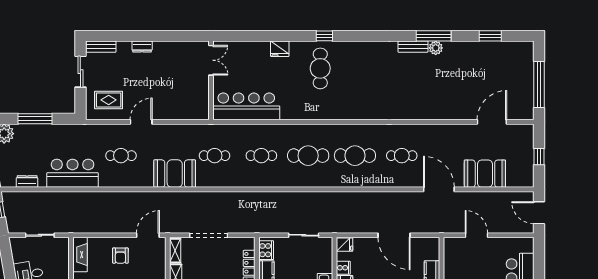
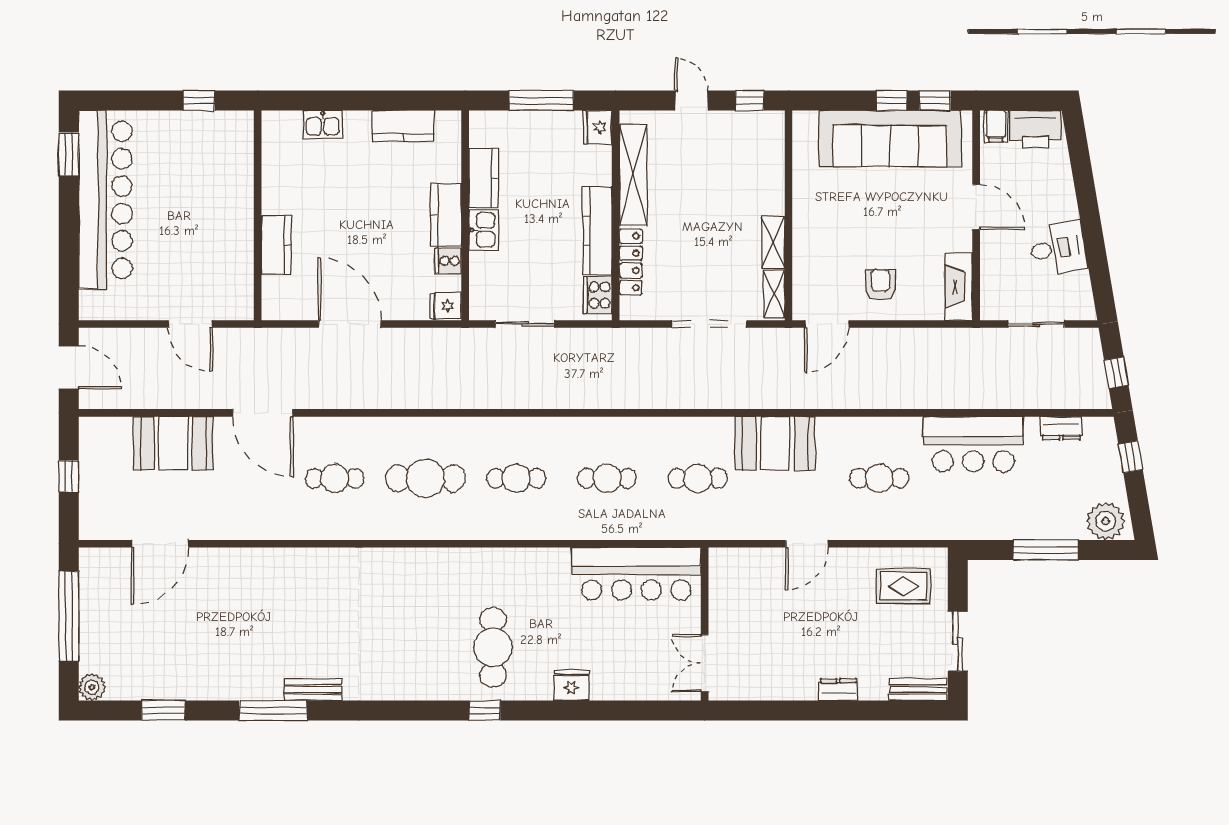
plant: (436, 48) -> (92, 687), moved
door: (141, 122) -> (807, 544), moved
cafe table: (308, 156) -> (516, 478), width x0.73, depth x0.74

